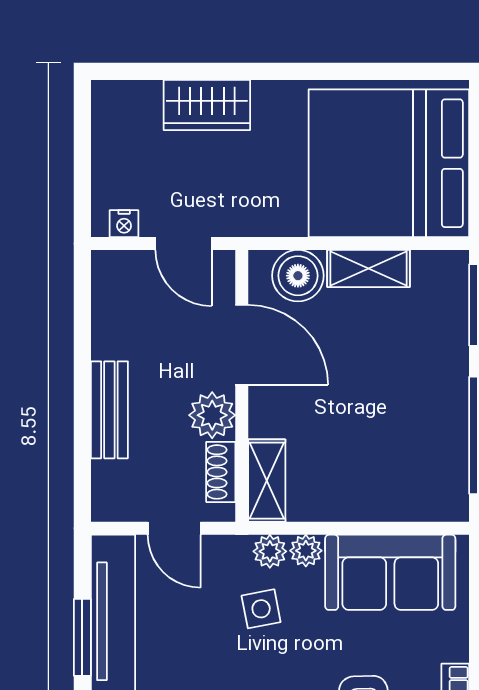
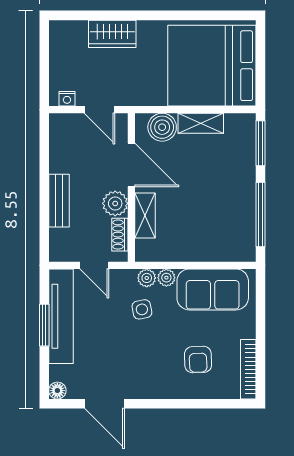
shelving: (267, 481) -> (145, 215), moved

